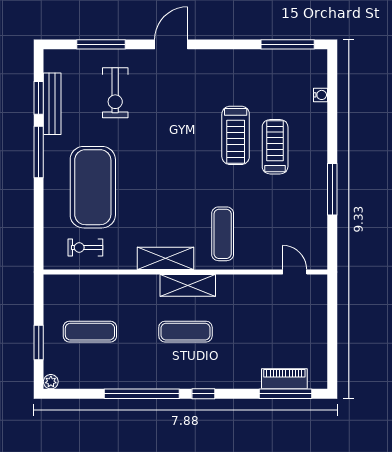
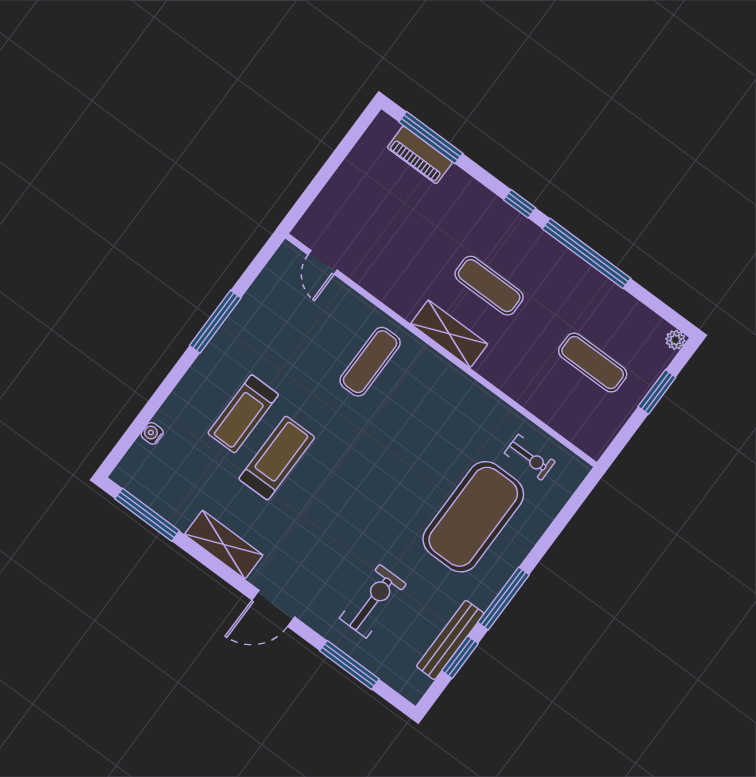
shelving: (166, 258) -> (224, 545), moved

